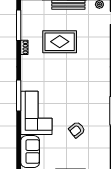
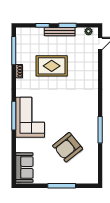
corner sofa: (36, 113) -> (30, 117), moved
armchair: (77, 130) -> (68, 147), width x1.88, depth x1.88

